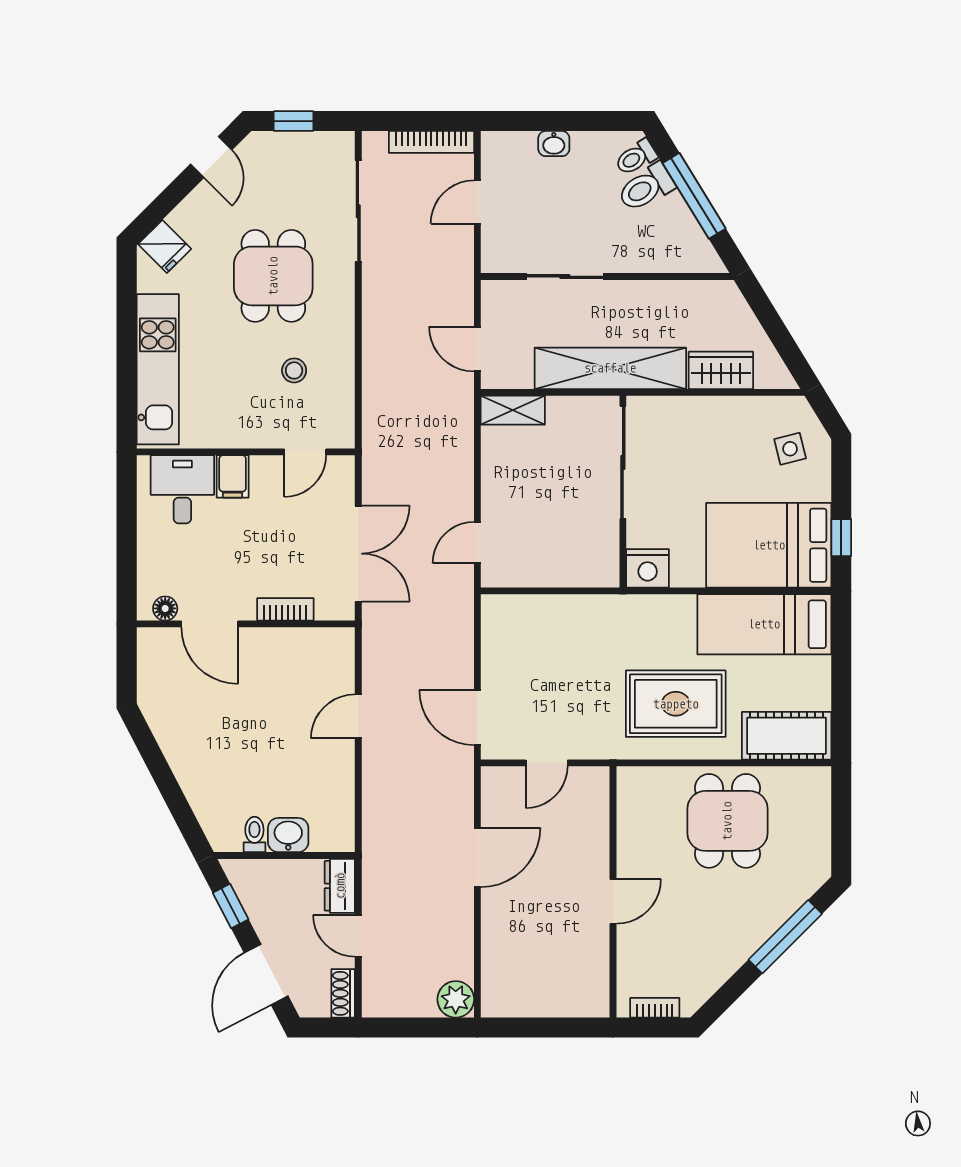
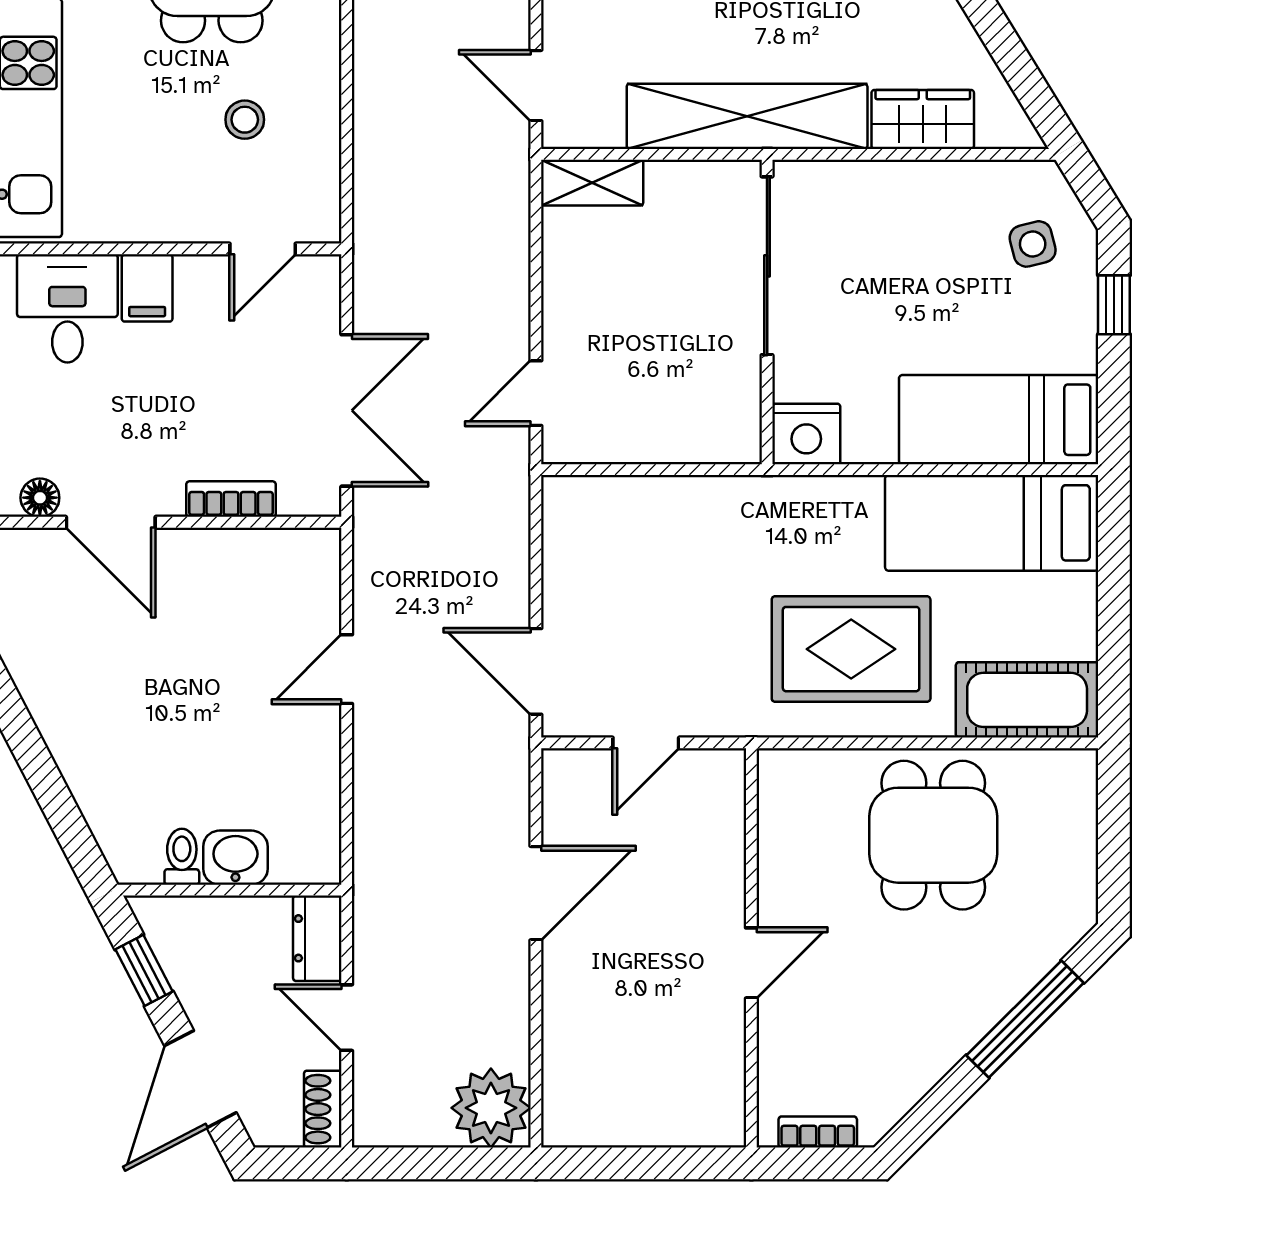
window: (841, 538) -> (1114, 305), moved
bed: (769, 545) -> (999, 420), width x0.67
plant: (456, 999) -> (491, 1108), width x1.36, depth x1.36

